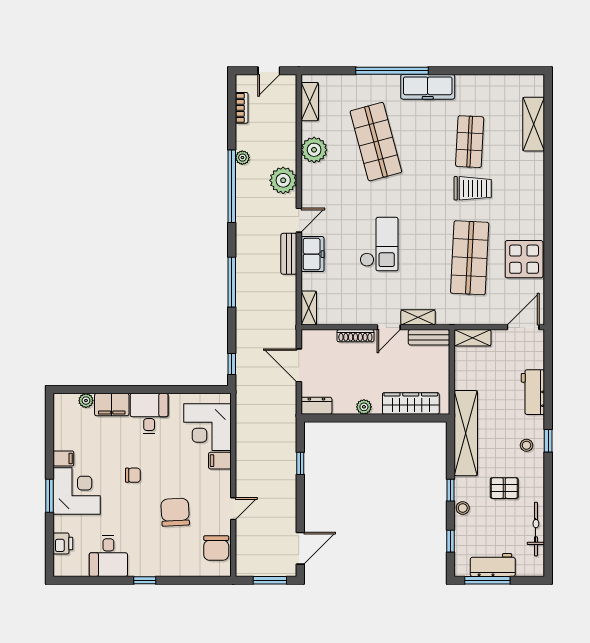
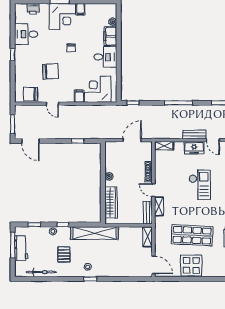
checkout: (379, 244) -> (200, 185), turned -90
workbench: (533, 392) -> (117, 270), removed
dresser: (316, 406) -> (110, 150), removed

